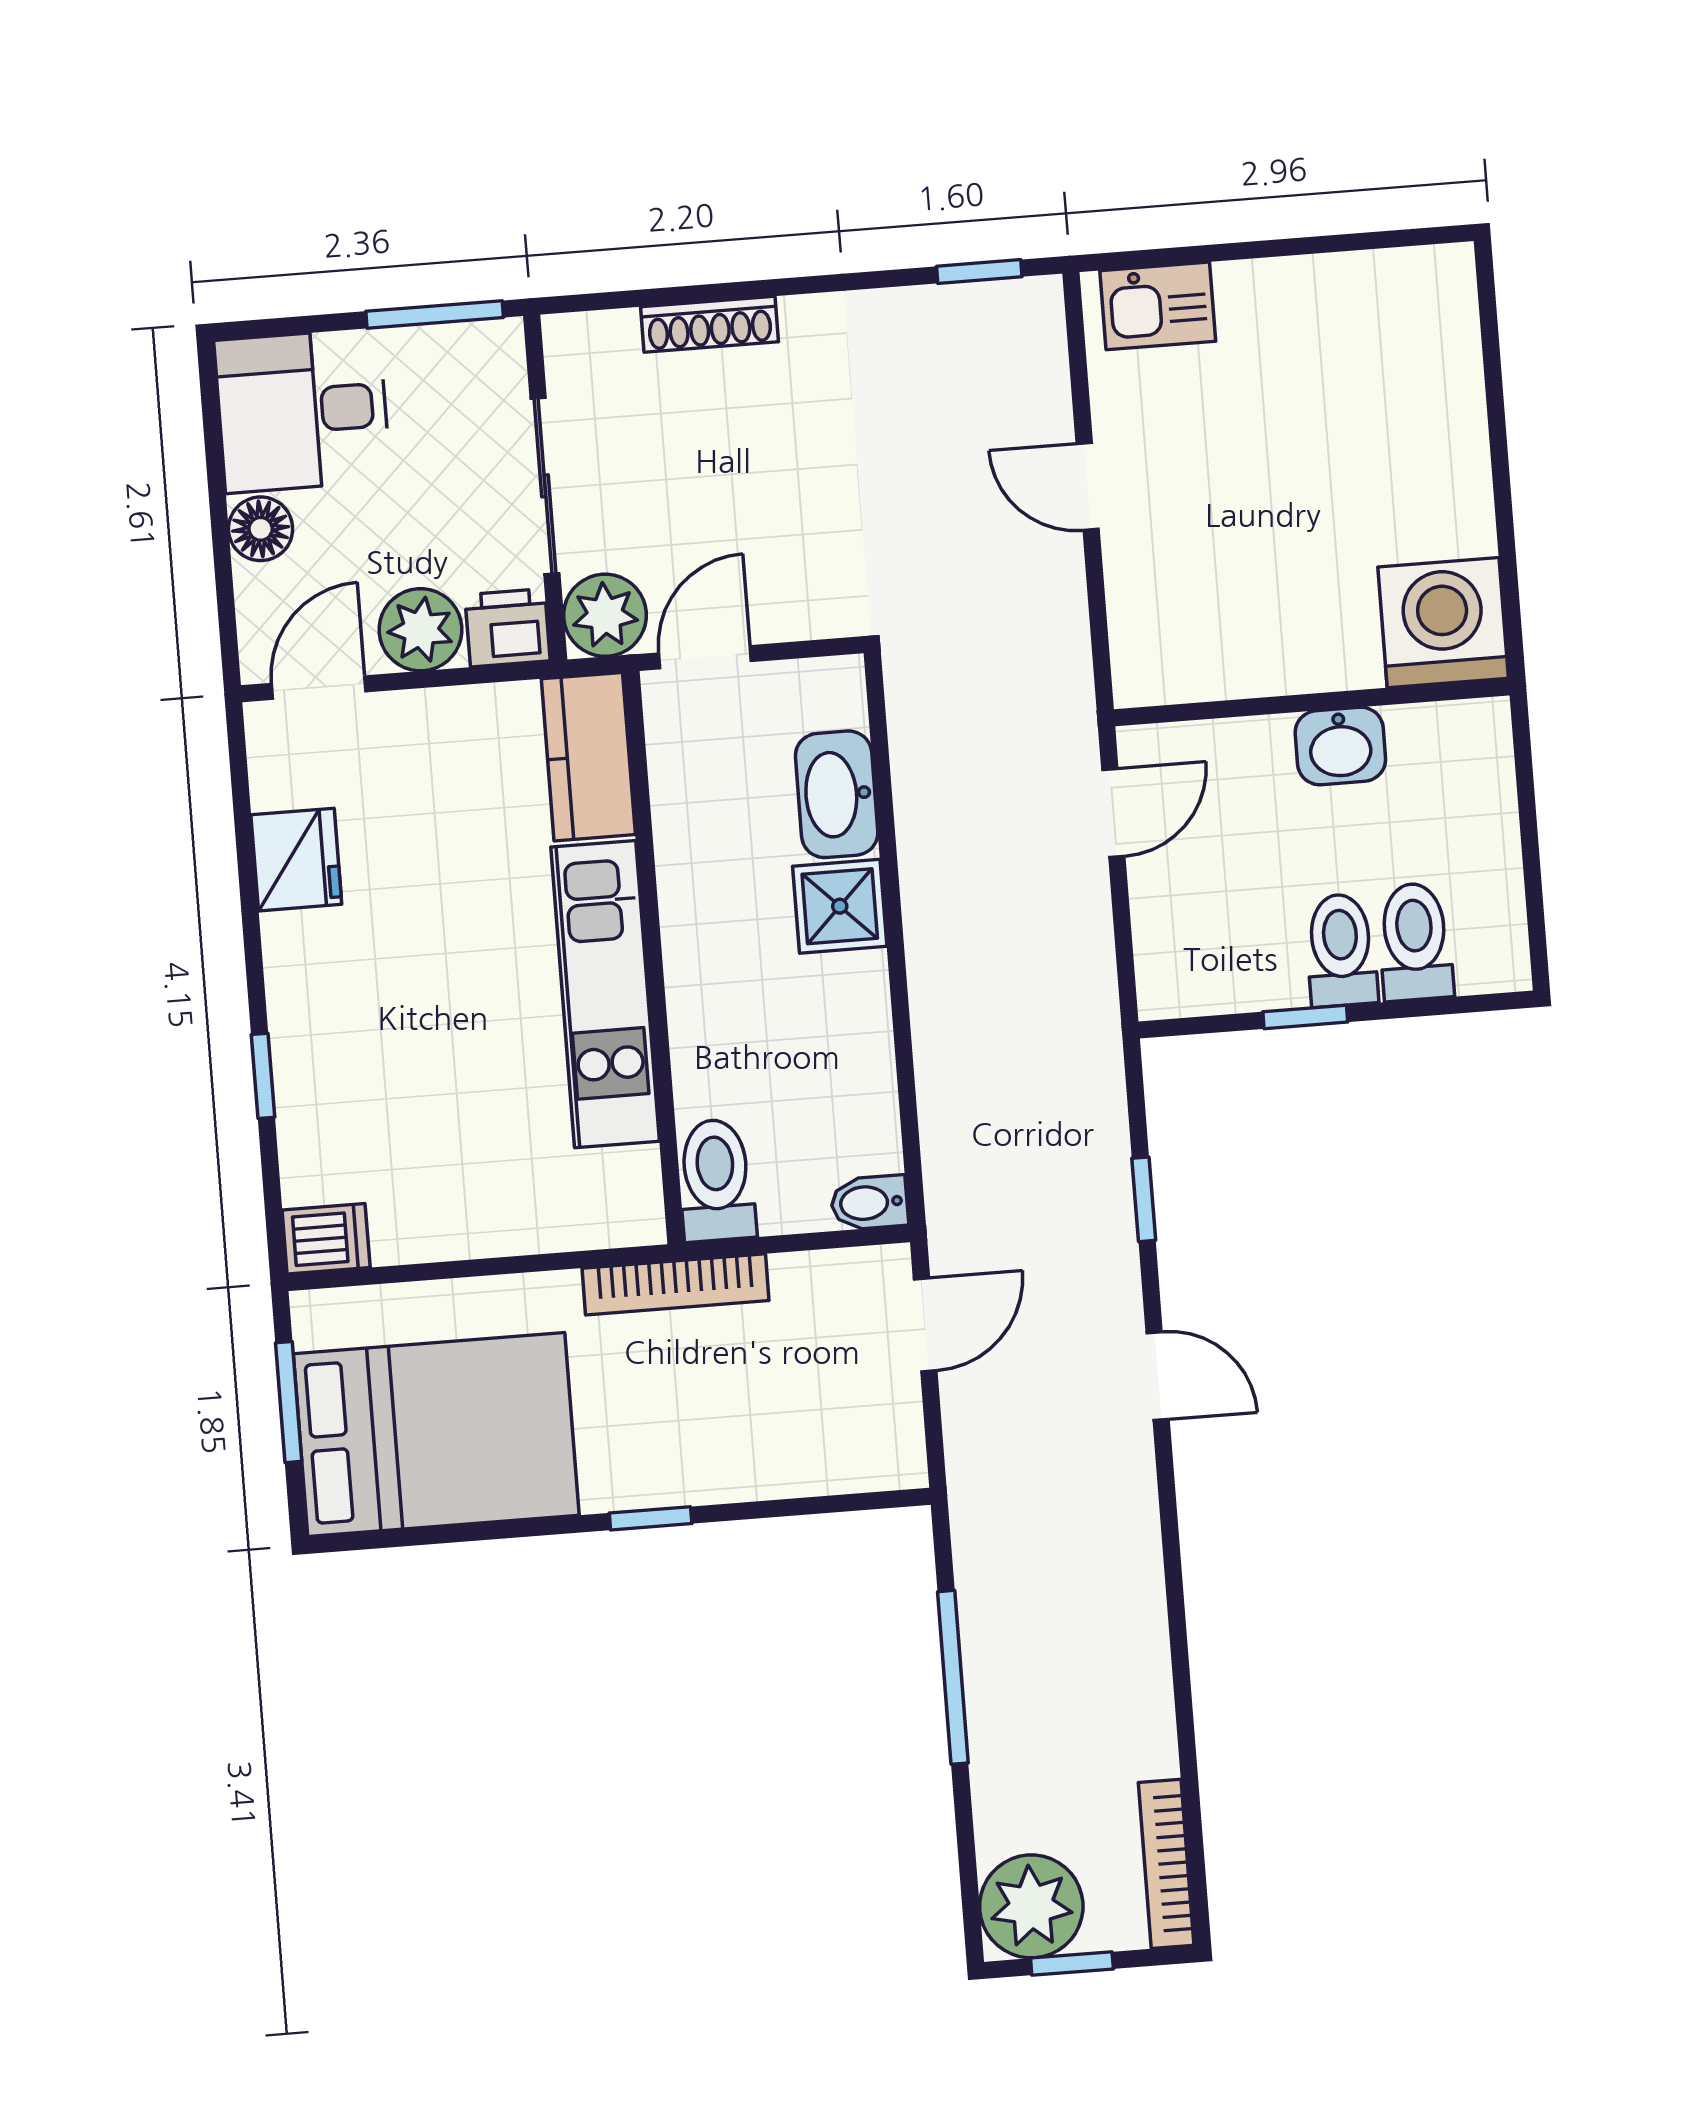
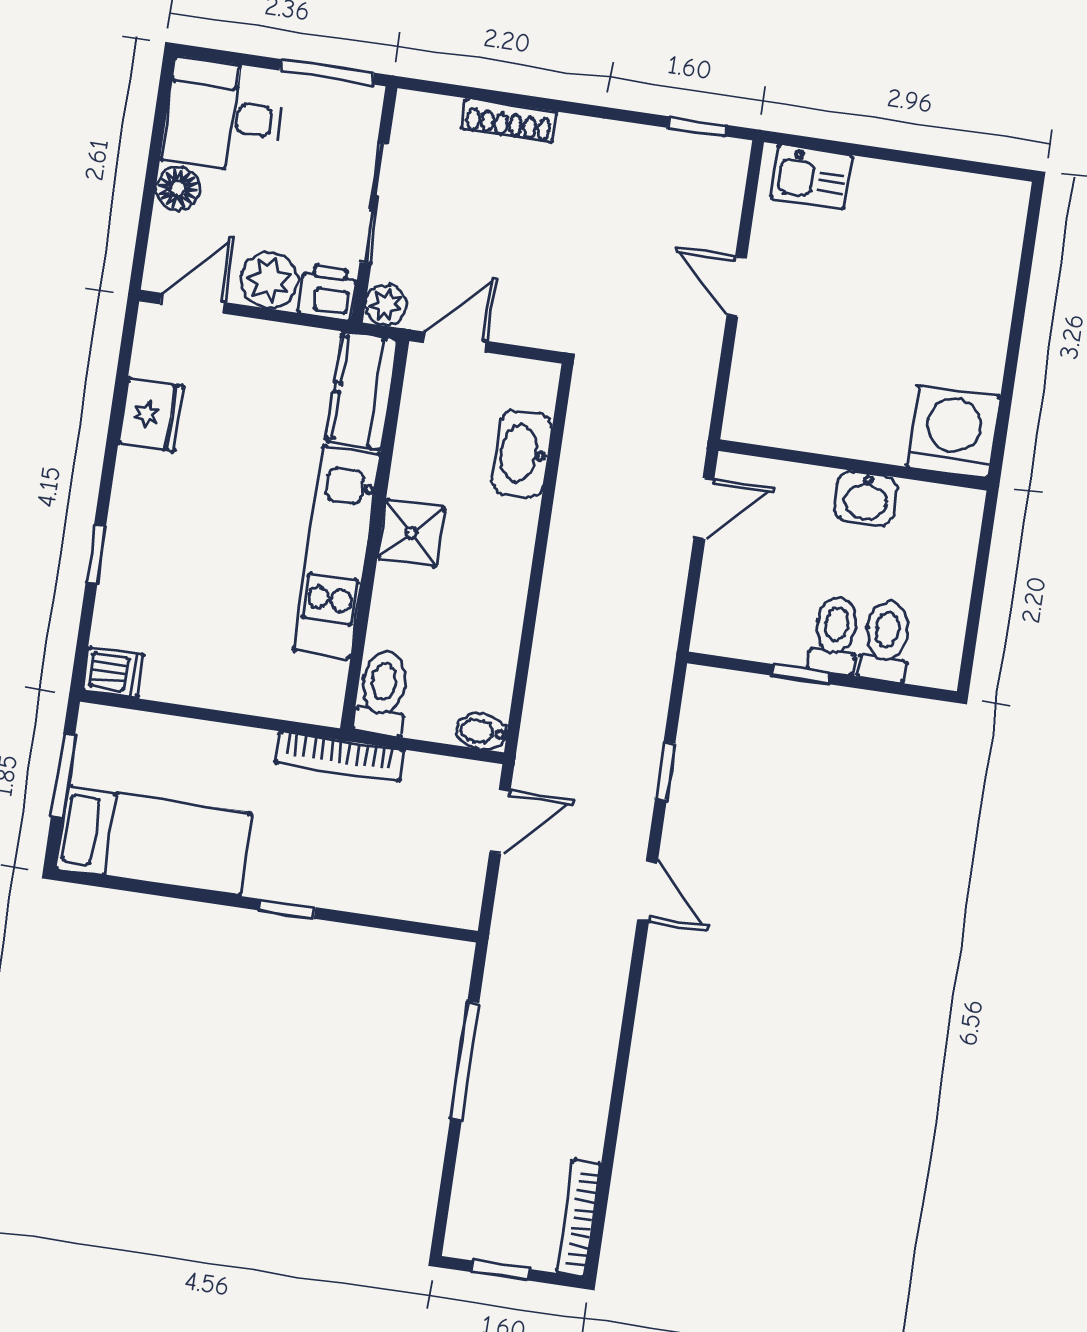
plant: (605, 615) -> (386, 305), width x0.73, depth x0.73
shower: (840, 906) -> (411, 533), moved
bed: (436, 1434) -> (154, 841), width x0.67
plant: (1031, 1906) -> (482, 1226), removed

